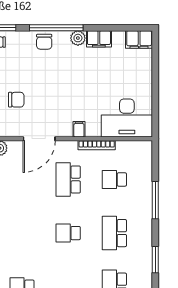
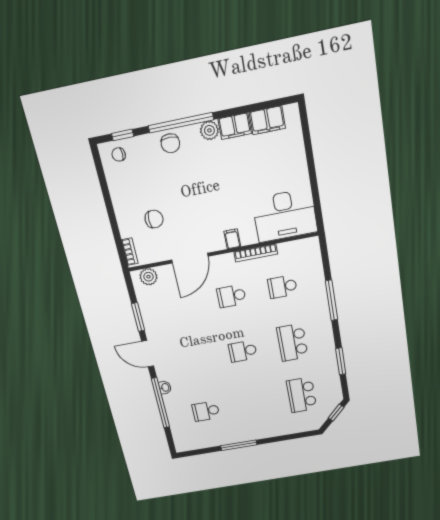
filing cabinet: (139, 39) -> (267, 120), moved
school desk: (68, 179) -> (231, 296), width x0.54

